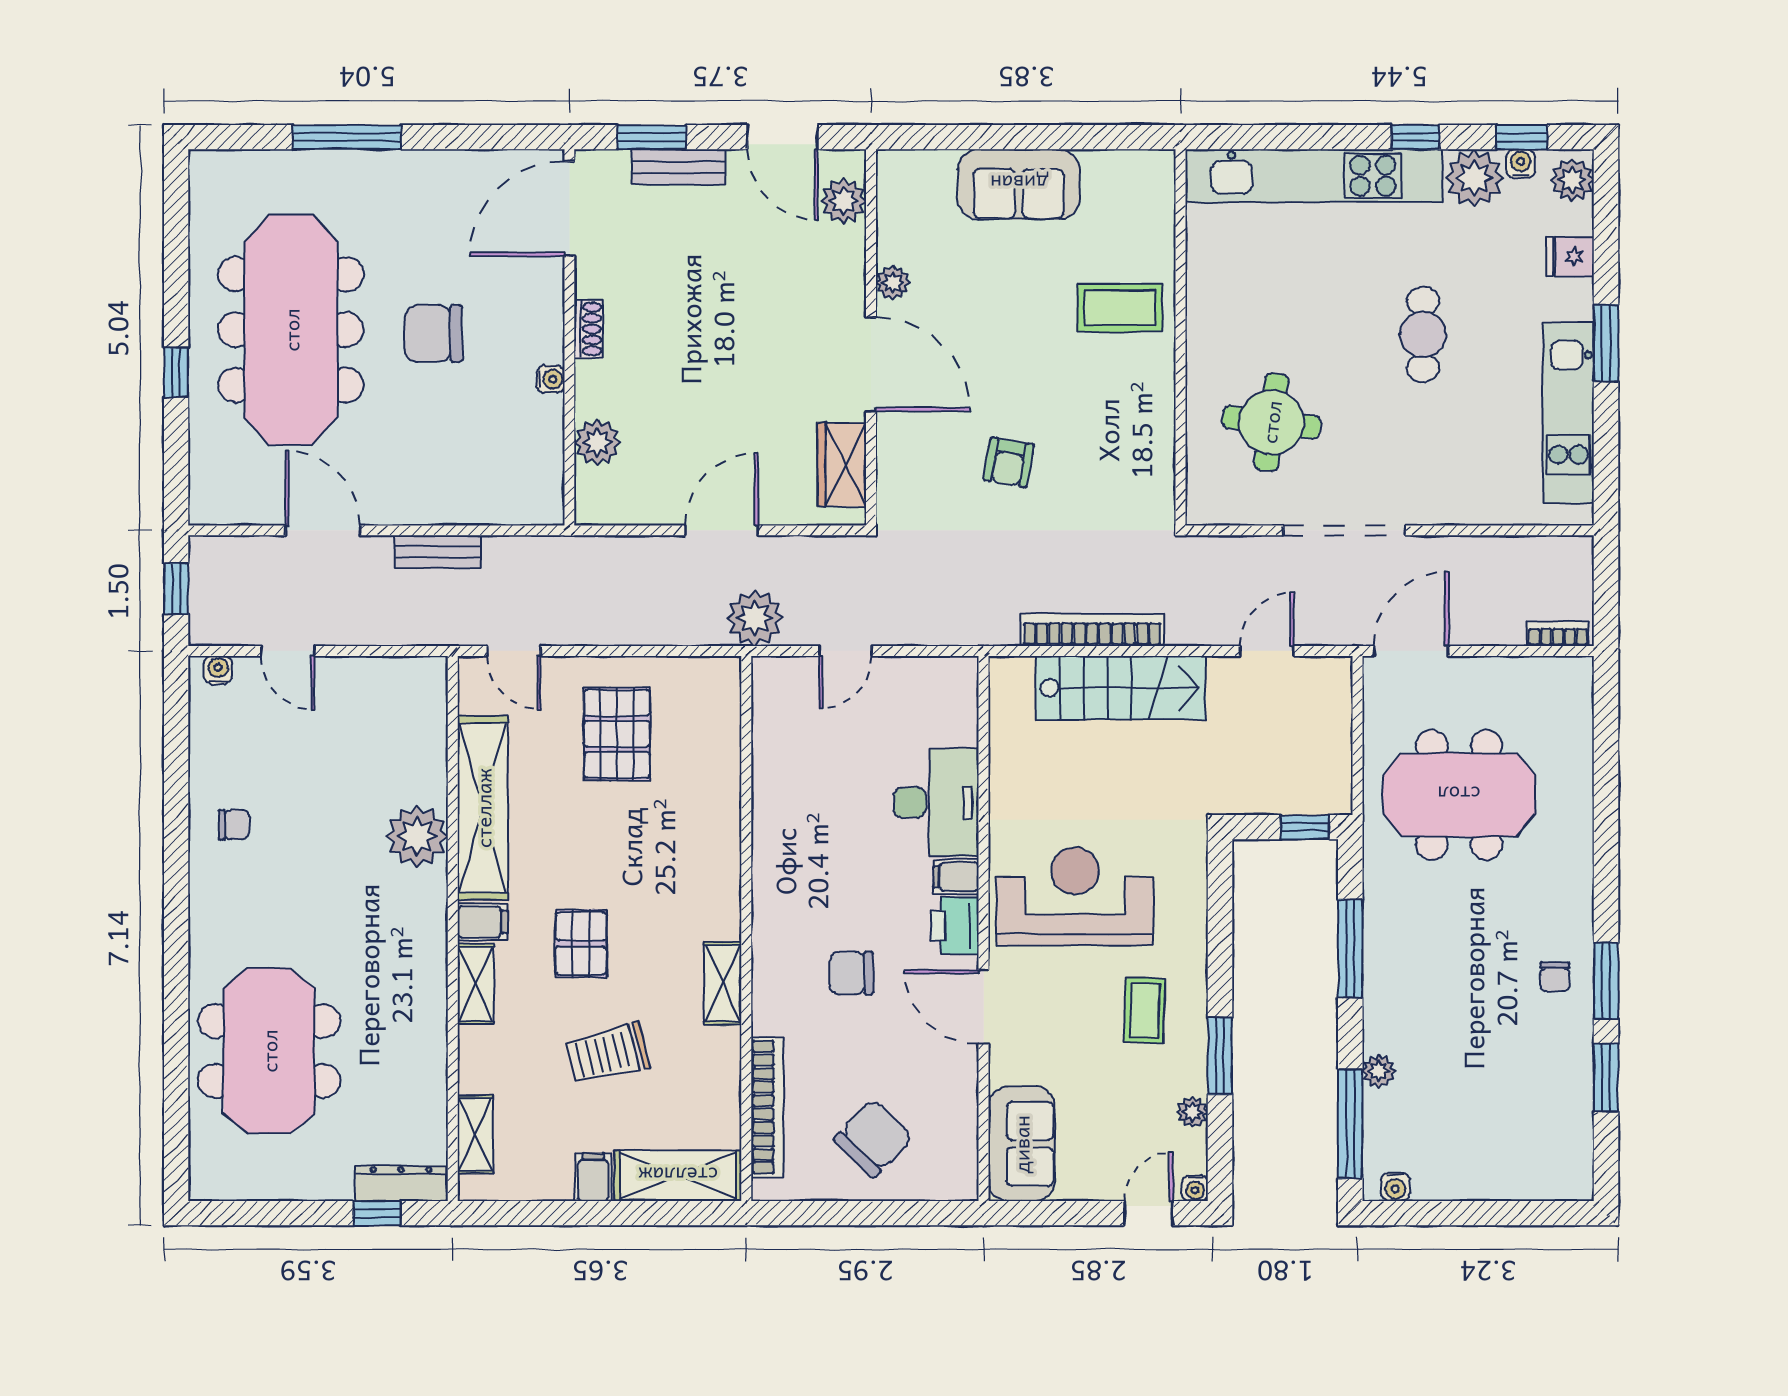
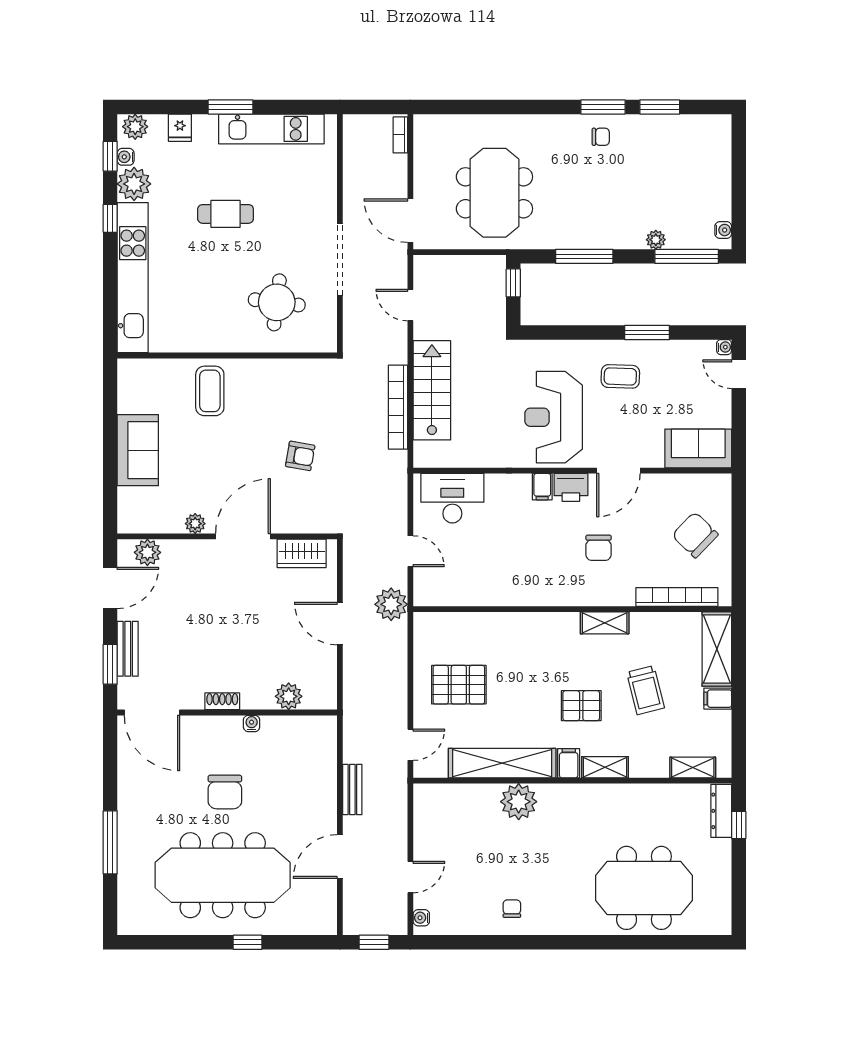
desk: (936, 802) -> (452, 498), moved
plant: (1192, 1112) -> (680, 349), removed

